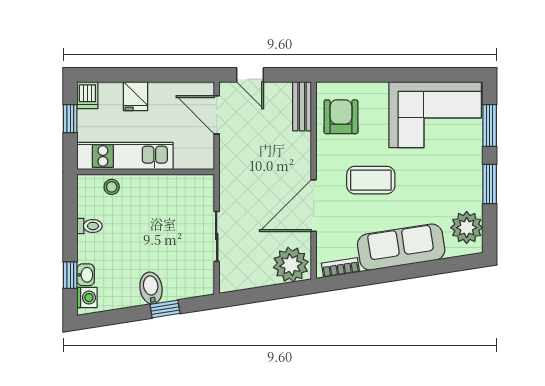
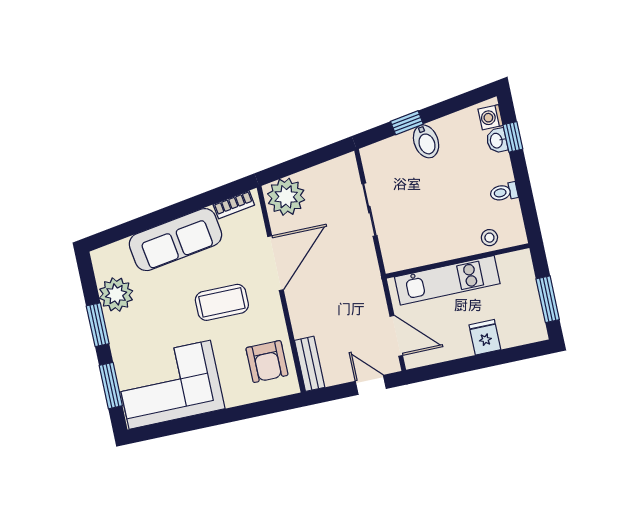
dishwasher: (87, 95) -> (535, 328), removed
window: (70, 119) -> (548, 299), width x1.50
kitchen unit: (125, 156) -> (447, 280), moved
plant: (467, 228) -> (116, 294), moved

